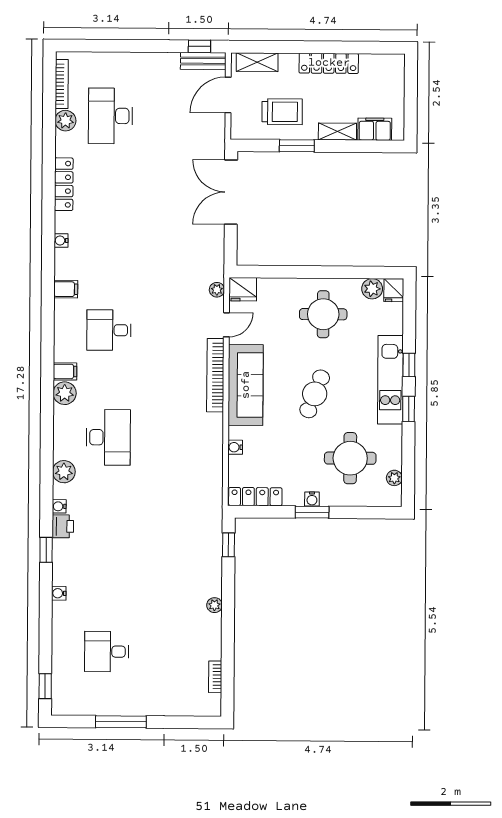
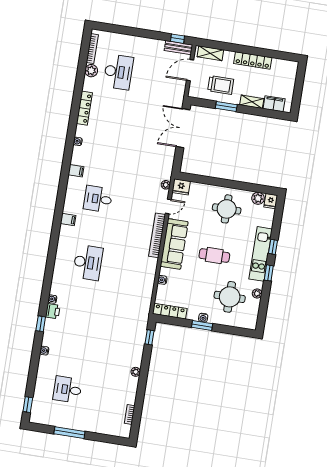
desk: (110, 116) -> (118, 72), turned 180
plant: (65, 393) -> (66, 232), removed
cafe table: (315, 394) -> (214, 256), turned 69
plant: (64, 472) -> (58, 279), removed
plant: (394, 478) -> (257, 294), moved

